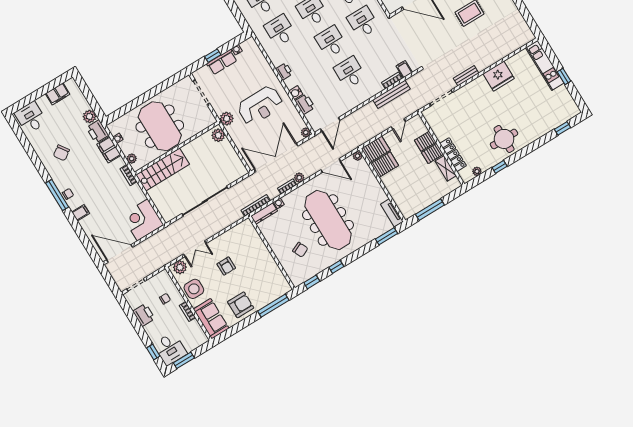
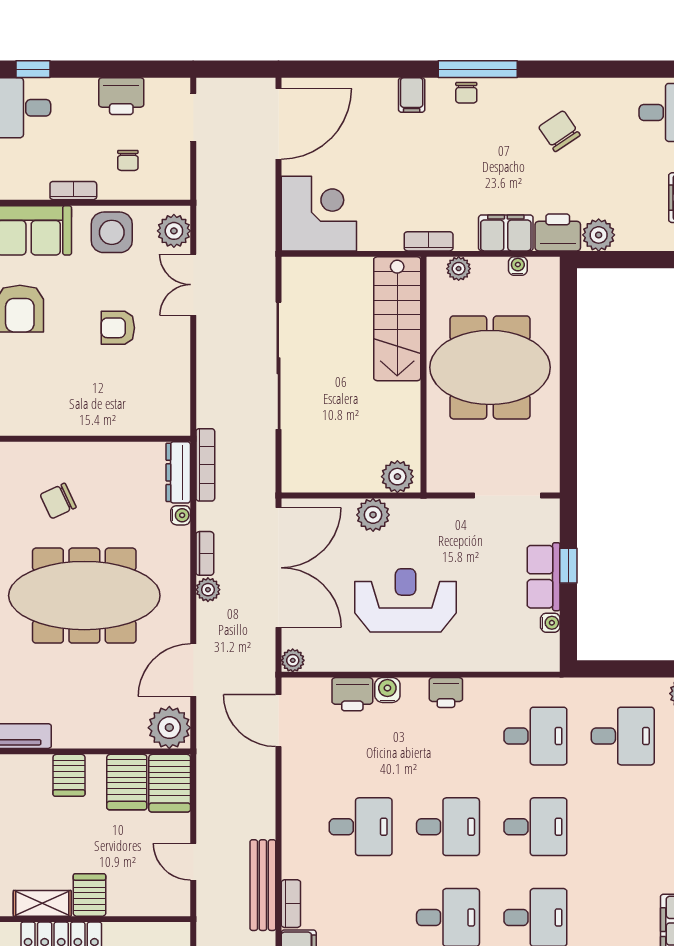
reception desk: (260, 106) -> (406, 600), turned 90
plant: (227, 119) -> (373, 515), moved
server rack: (425, 141) -> (69, 775), moved, turned 180
plant: (358, 156) -> (169, 728), width x1.88, depth x1.88

